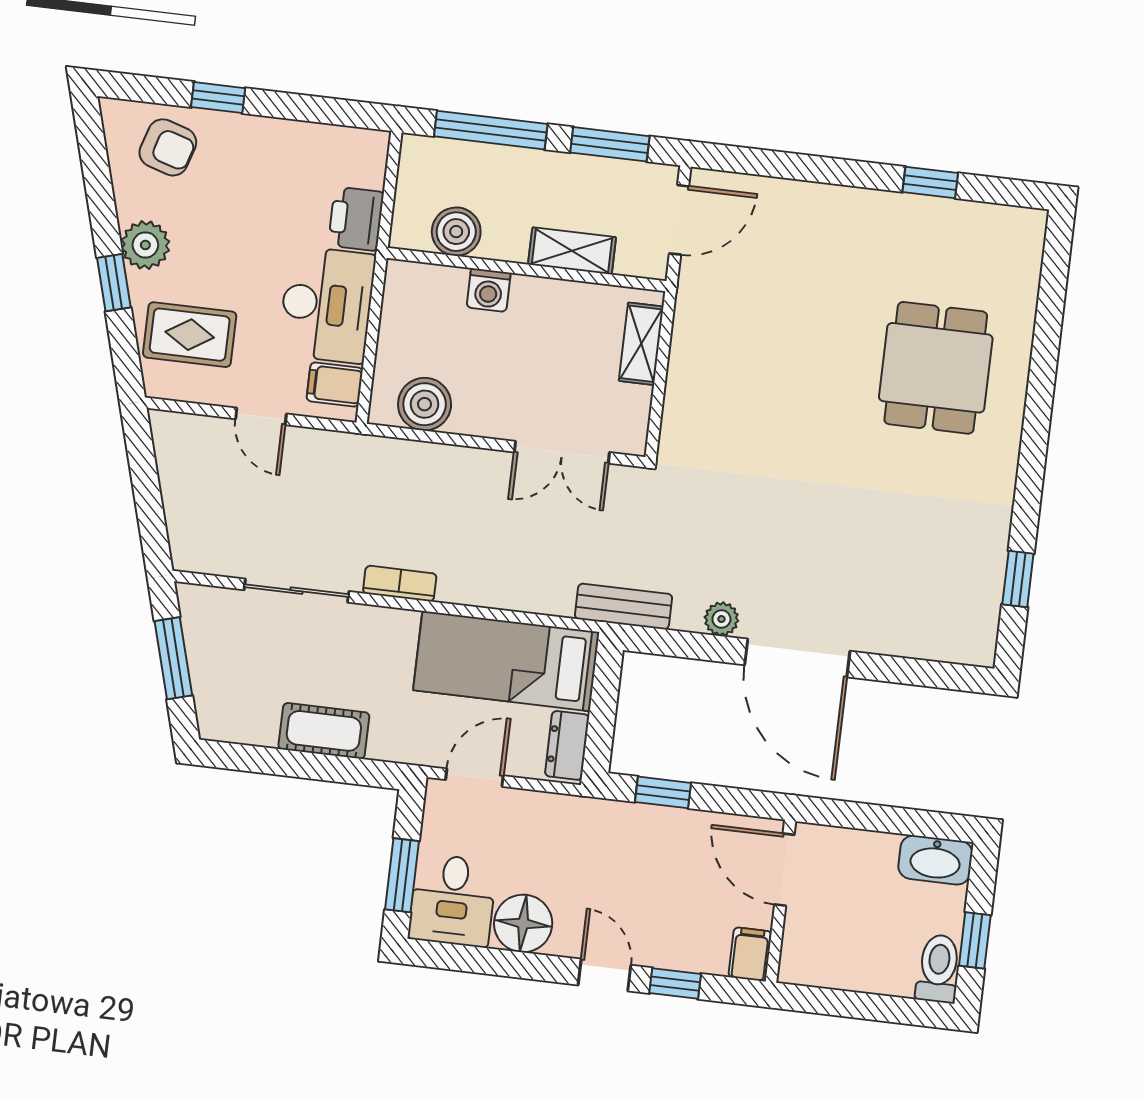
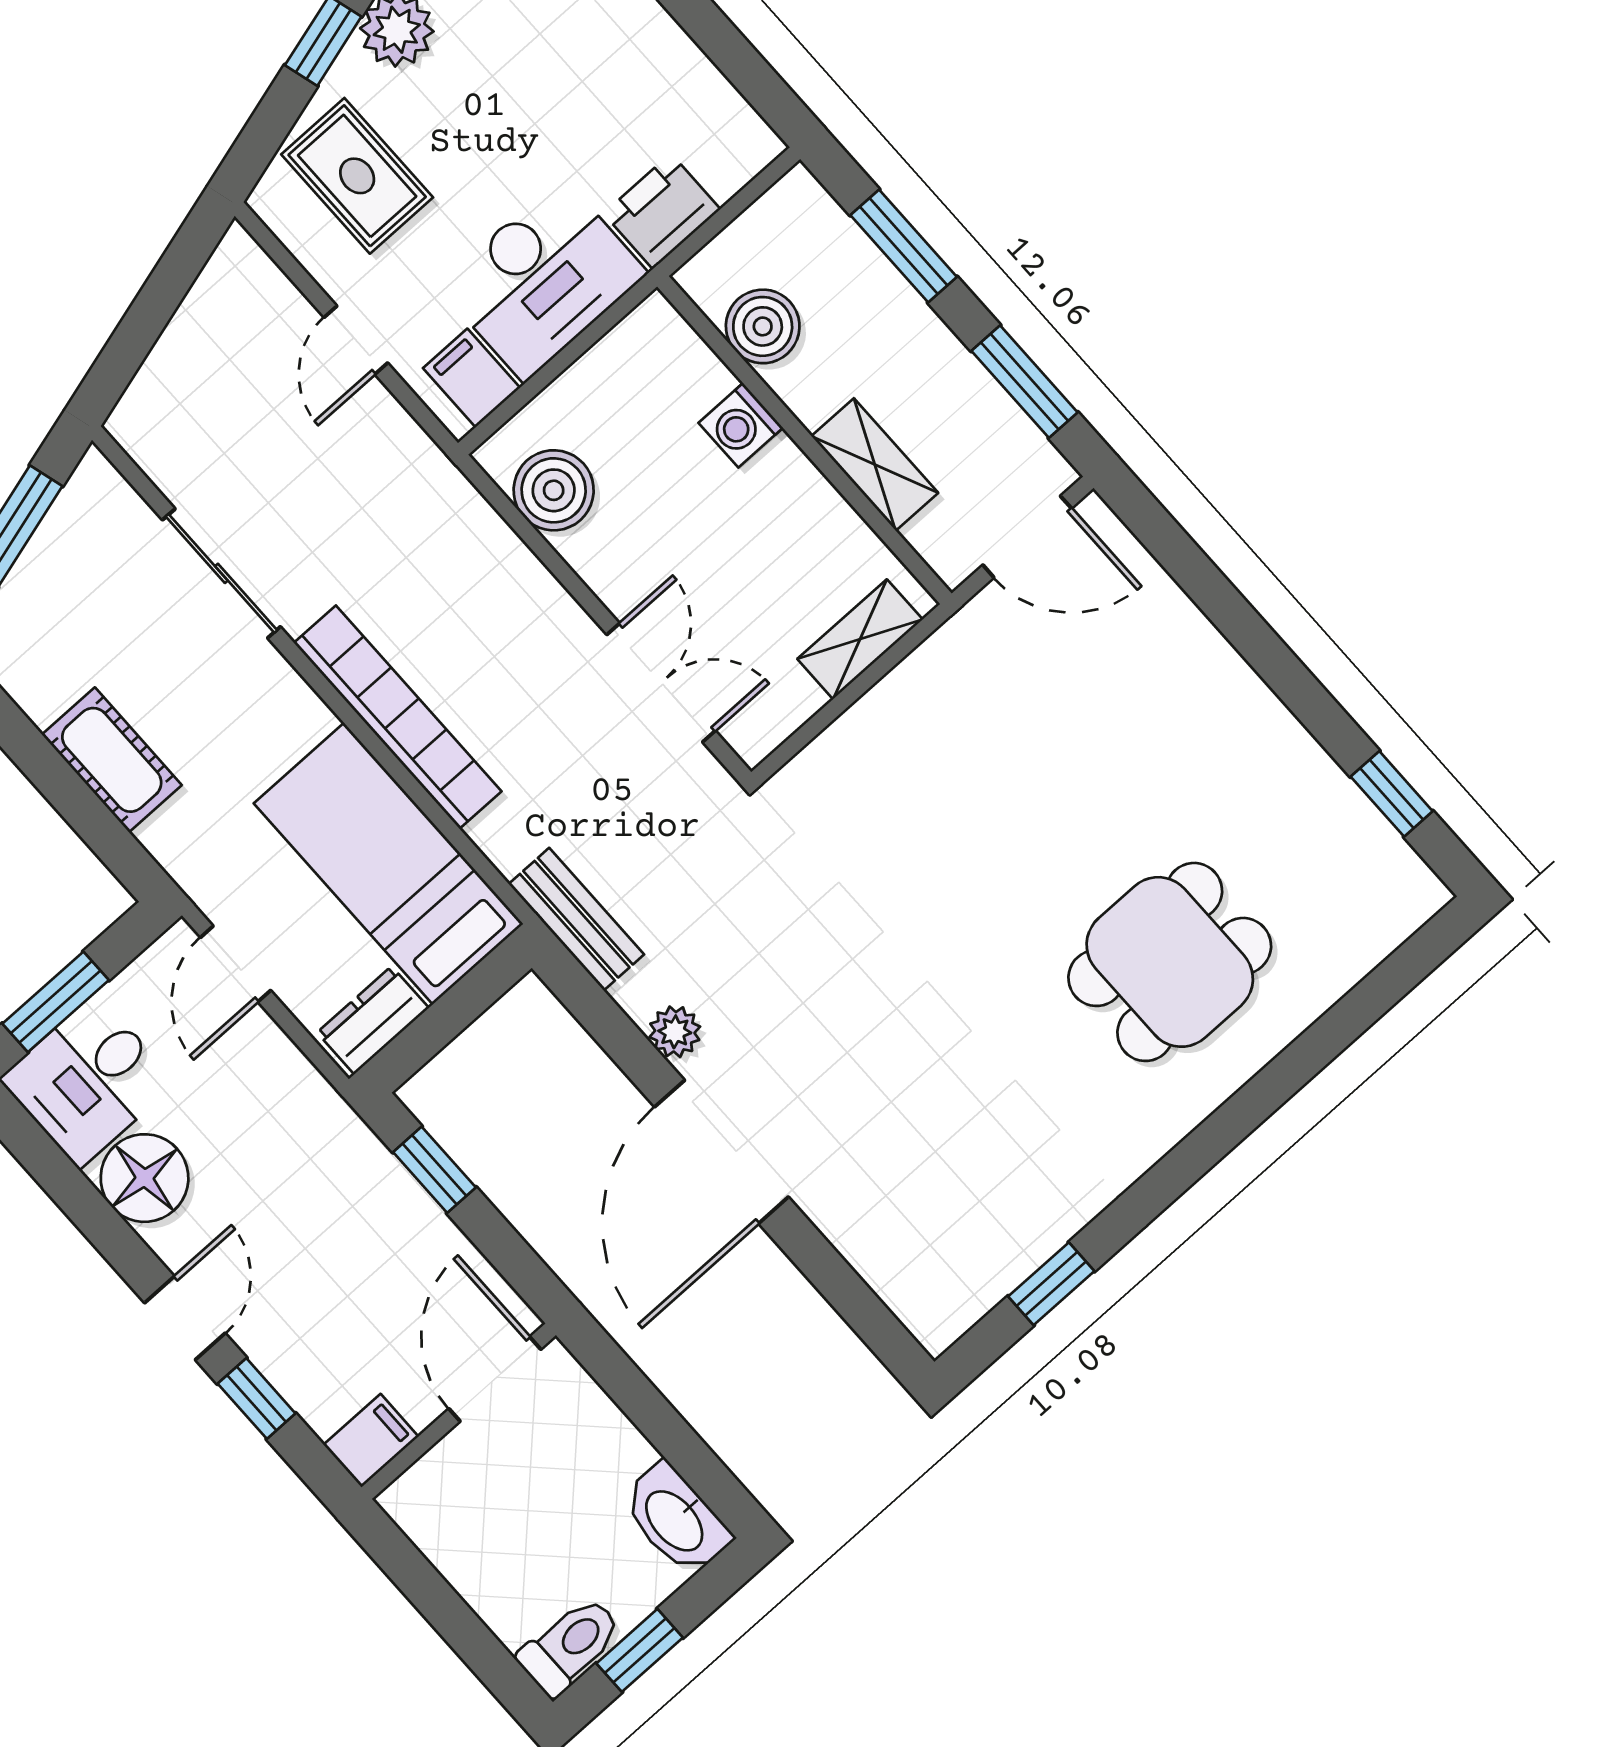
window: (491, 130) -> (904, 246), width x0.69
window: (930, 183) -> (1392, 794), moved
double door: (562, 452) -> (661, 683), swing flipped
bookcase: (400, 584) -> (398, 717), width x2.31, depth x1.31
door: (474, 778) -> (236, 964), swing flipped

